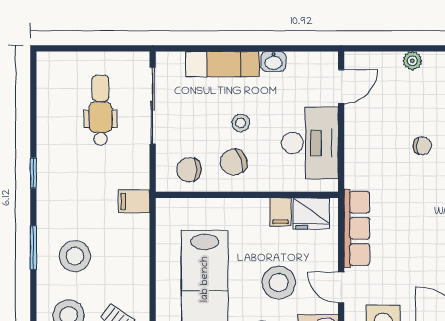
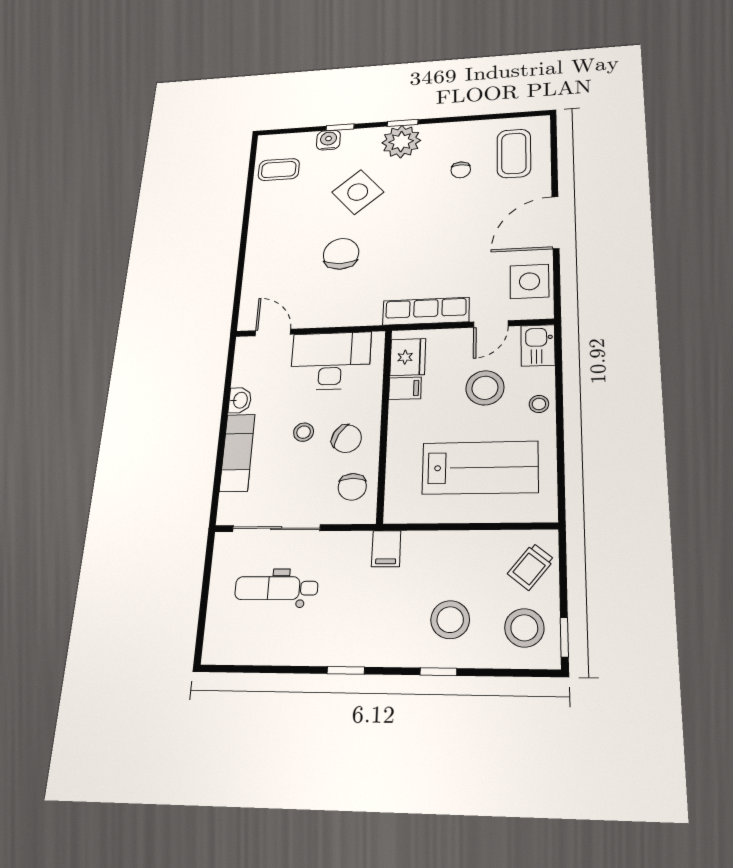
plant: (412, 61) -> (253, 267), removed
chair: (422, 146) -> (341, 254), width x1.87, depth x1.87
chair: (234, 162) -> (347, 439), turned -43
window: (33, 248) -> (438, 672), width x0.67

